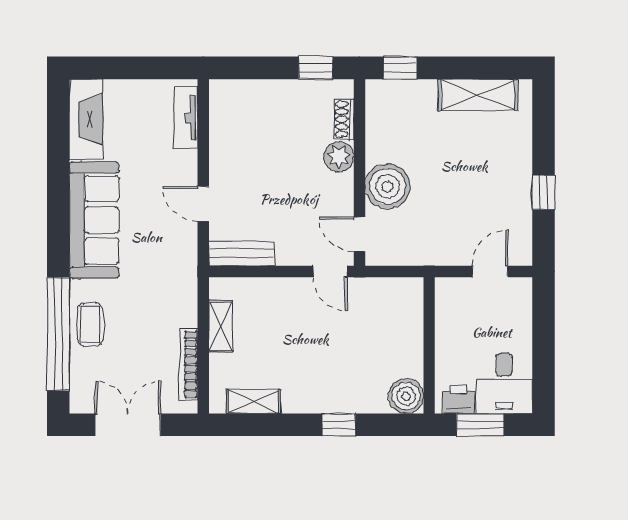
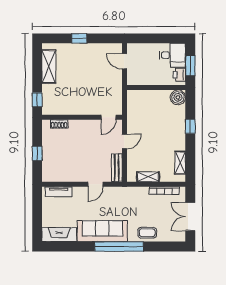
window: (316, 68) -> (37, 153), moved
plant: (339, 157) -> (75, 126), removed
boiler: (388, 186) -> (88, 105), removed
window: (543, 192) -> (79, 38), moved
door: (330, 271) -> (124, 141), moved
window: (58, 334) -> (119, 246), moved

